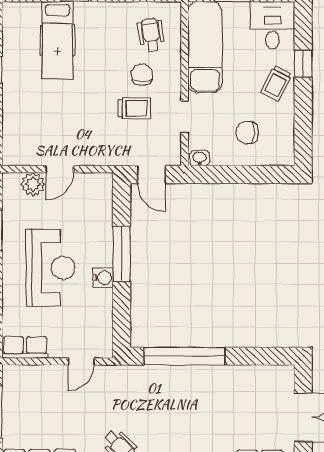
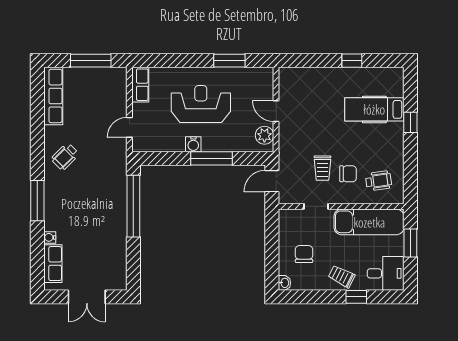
washbasin: (199, 158) -> (284, 283), moved
plant: (33, 184) -> (264, 135), moved
reception desk: (50, 268) -> (201, 104), turned 180
door: (81, 362) -> (129, 127), hinge flipped

